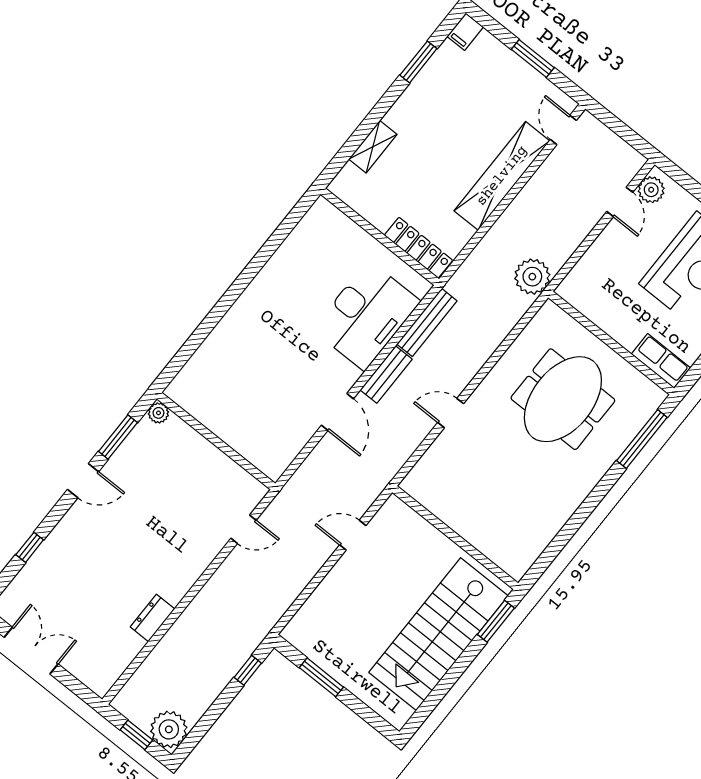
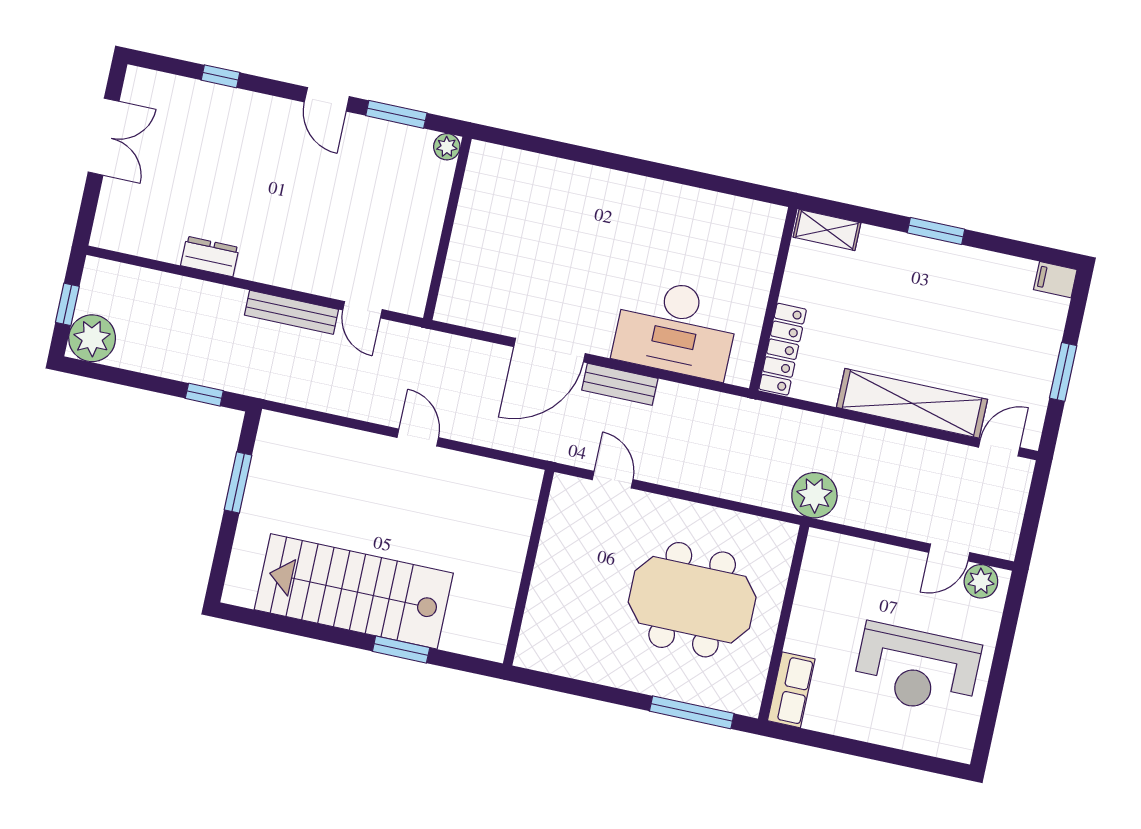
window: (418, 62) -> (936, 231), moved
shelving: (373, 147) -> (827, 230), moved
bench: (427, 322) -> (291, 312), moved
door: (337, 412) -> (549, 350), width x1.36
wall: (455, 538) -> (529, 568), moved

